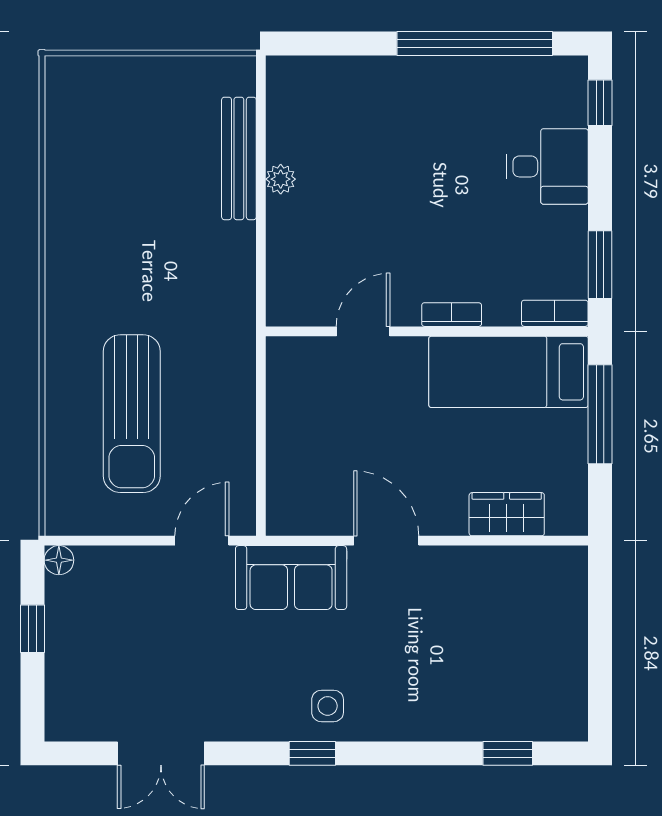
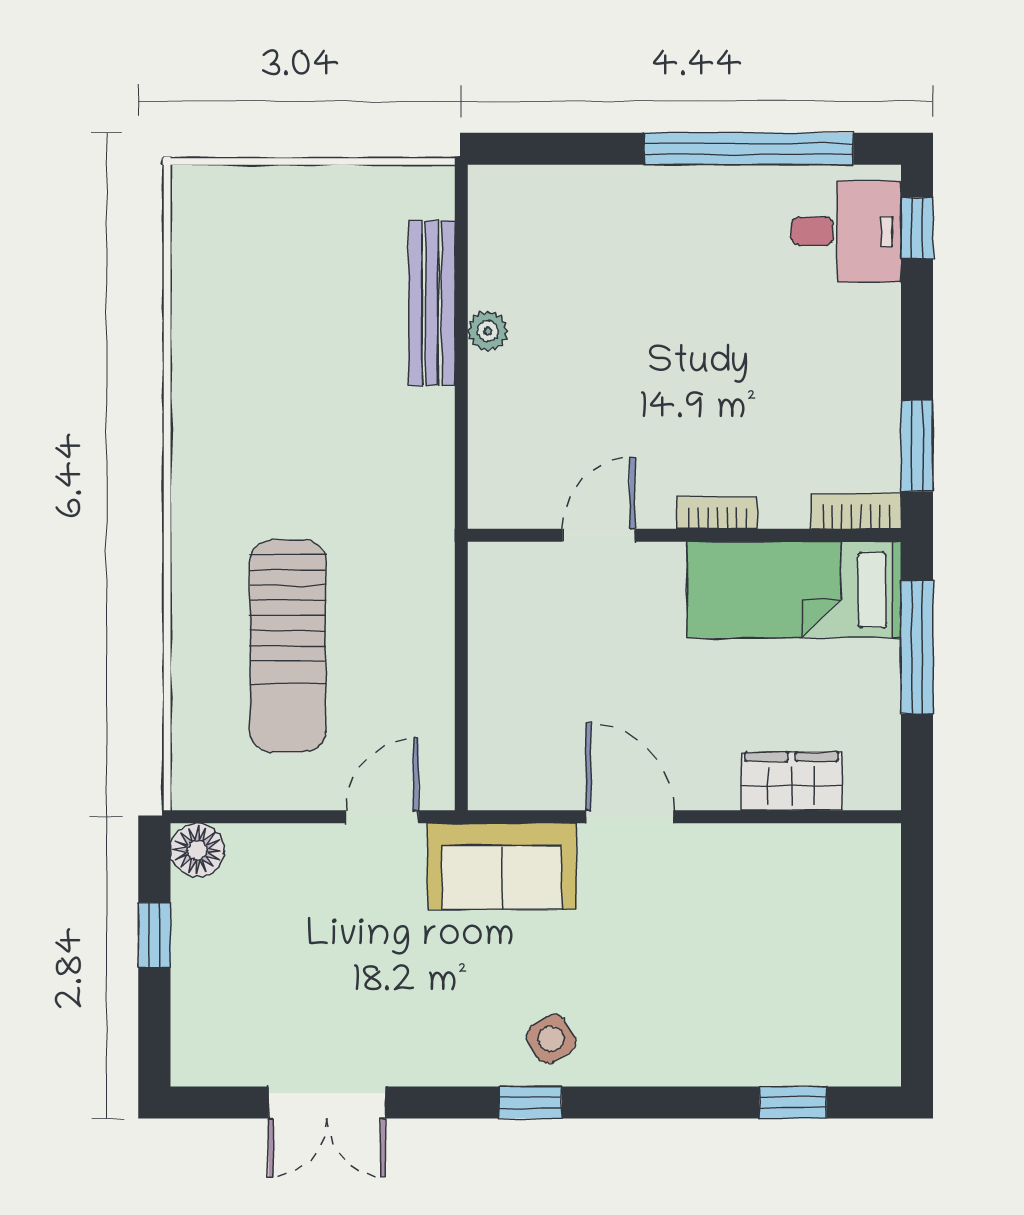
desk: (547, 166) -> (846, 231), moved
floor lamp: (59, 560) -> (197, 850), width x1.37, depth x1.37
side table: (328, 706) -> (551, 1039), turned -31

